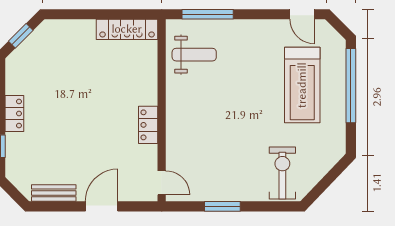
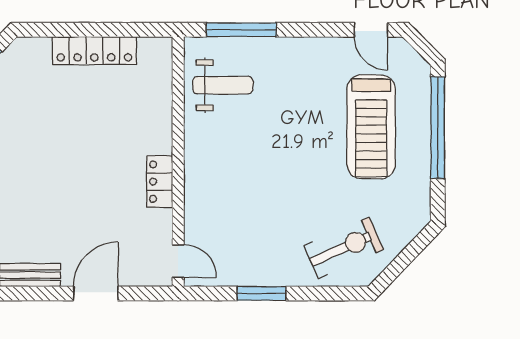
locker: (127, 29) -> (94, 50), moved
exercise bike: (282, 173) -> (344, 248), turned 66

